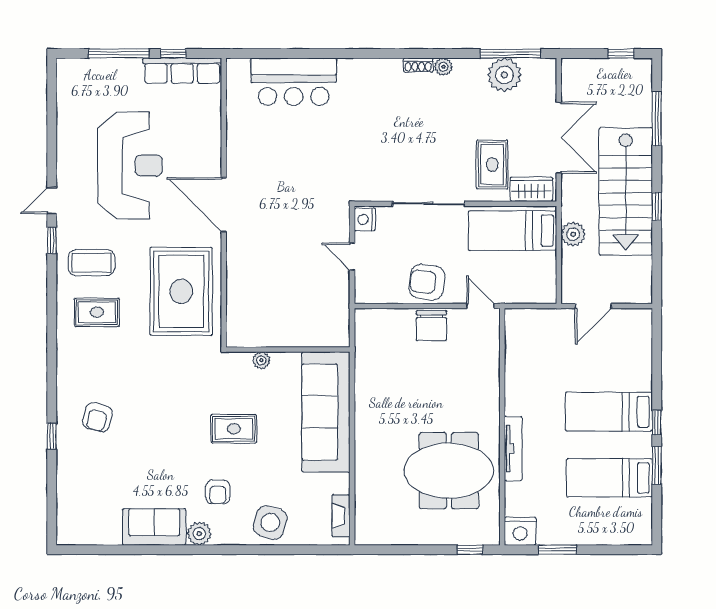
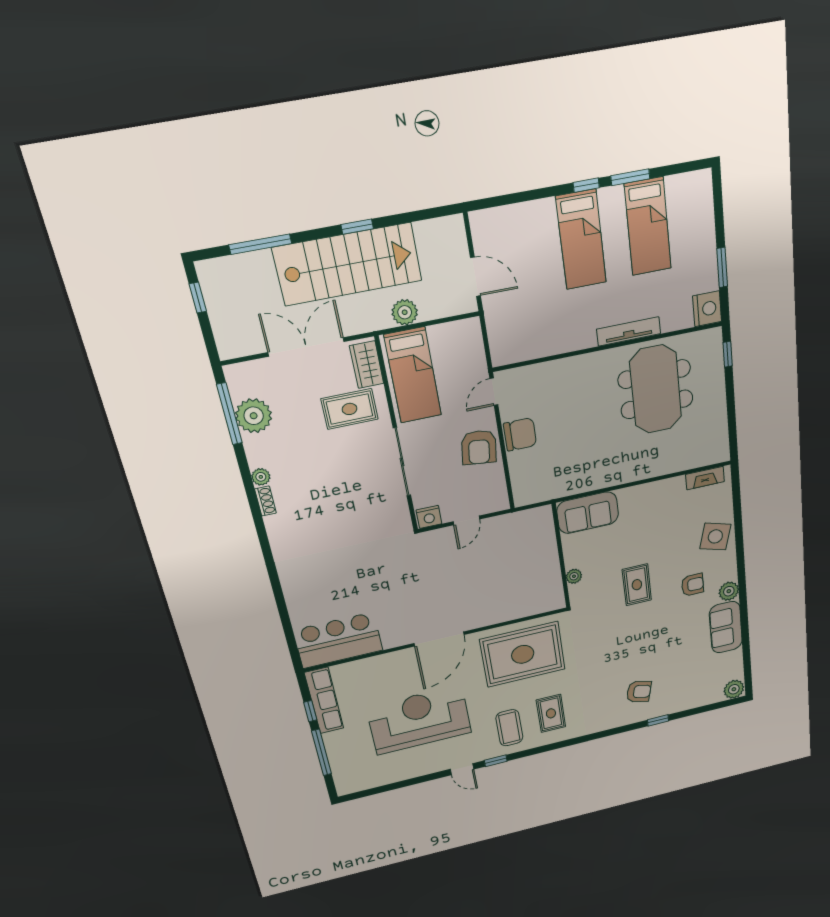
bar counter: (294, 82) -> (338, 640), moved, turned -90
sofa: (326, 412) -> (588, 513), width x0.54, depth x0.79
plant: (69, 531) -> (734, 689), added

